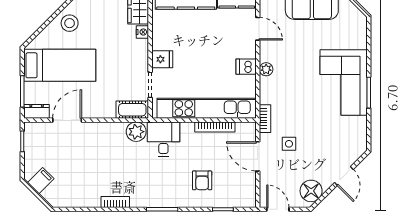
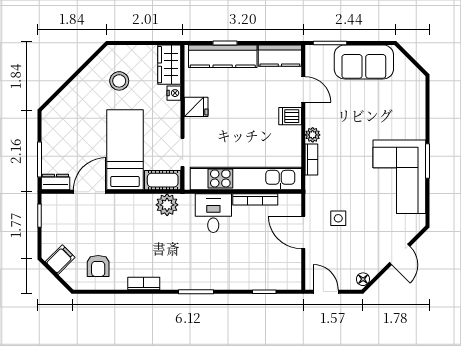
stool: (70, 23) -> (119, 81), moved
fridge: (162, 59) -> (196, 107), moved
bed: (60, 65) -> (125, 150), moved, turned -90
dishwasher: (246, 67) -> (290, 116), moved
corner sofa: (344, 82) -> (399, 177), moved
bookcase: (265, 119) -> (311, 160), moved
desk: (163, 139) -> (213, 213), moved
armchair: (202, 180) -> (98, 266), moved
floor lamp: (311, 191) -> (363, 279), width x0.53, depth x0.53

